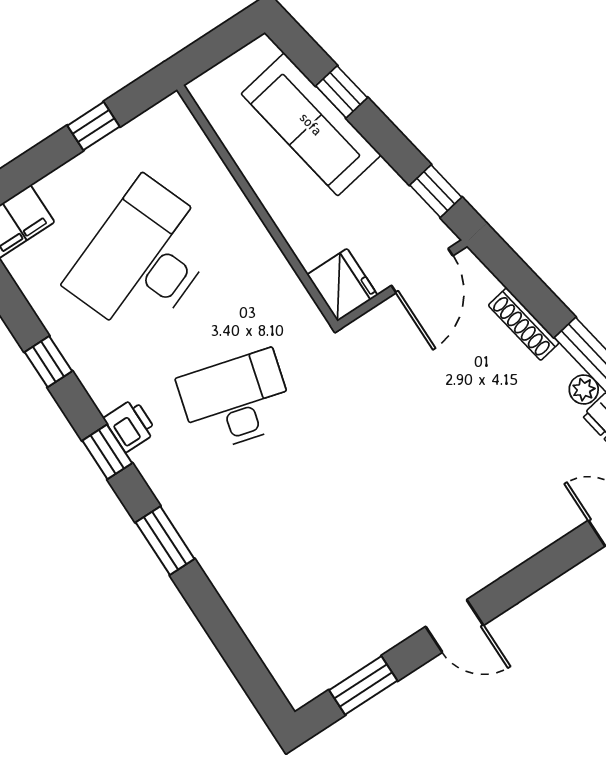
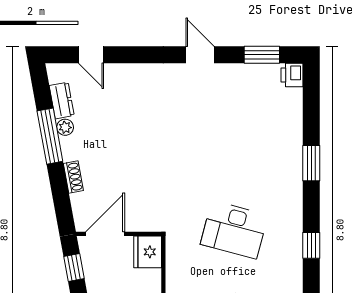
shoe rack: (524, 324) -> (73, 177), width x0.70
printer: (130, 425) -> (292, 75), moved
window: (165, 541) -> (311, 163), moved

